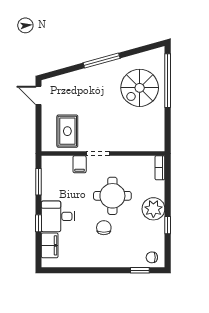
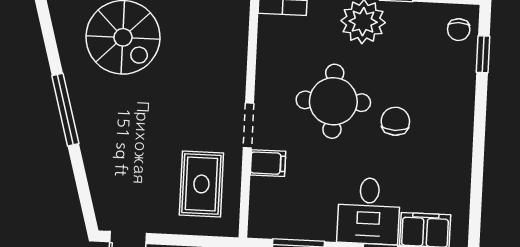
rug: (67, 131) -> (201, 184), turned 90
chair: (104, 228) -> (395, 121), turned 90

